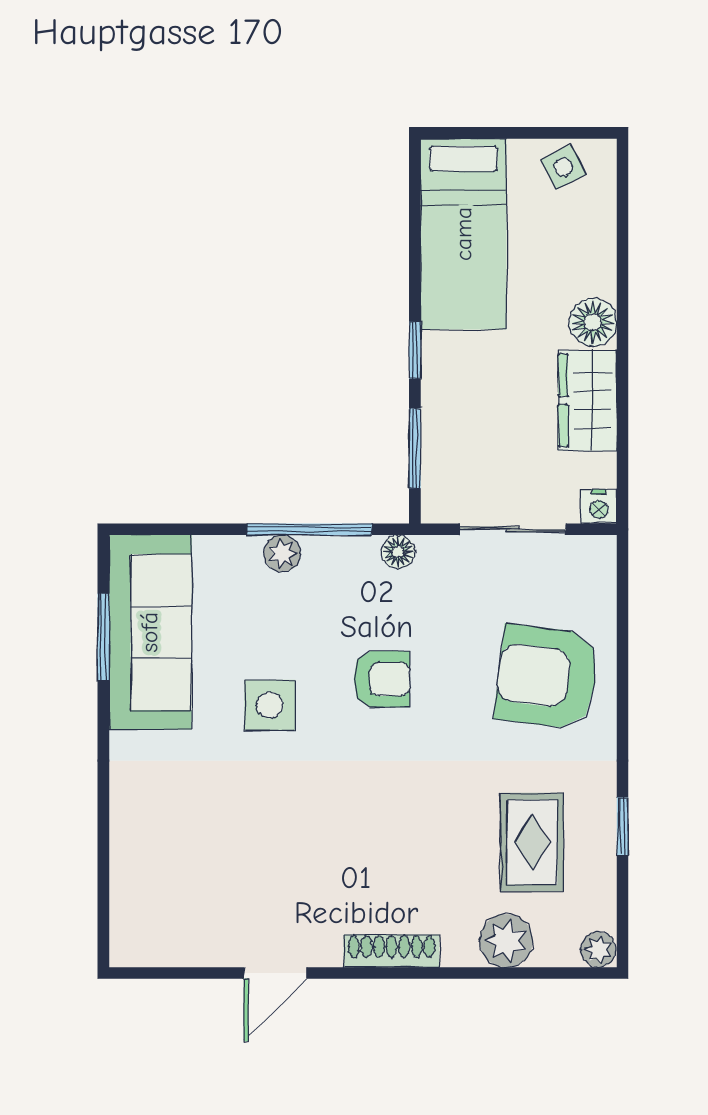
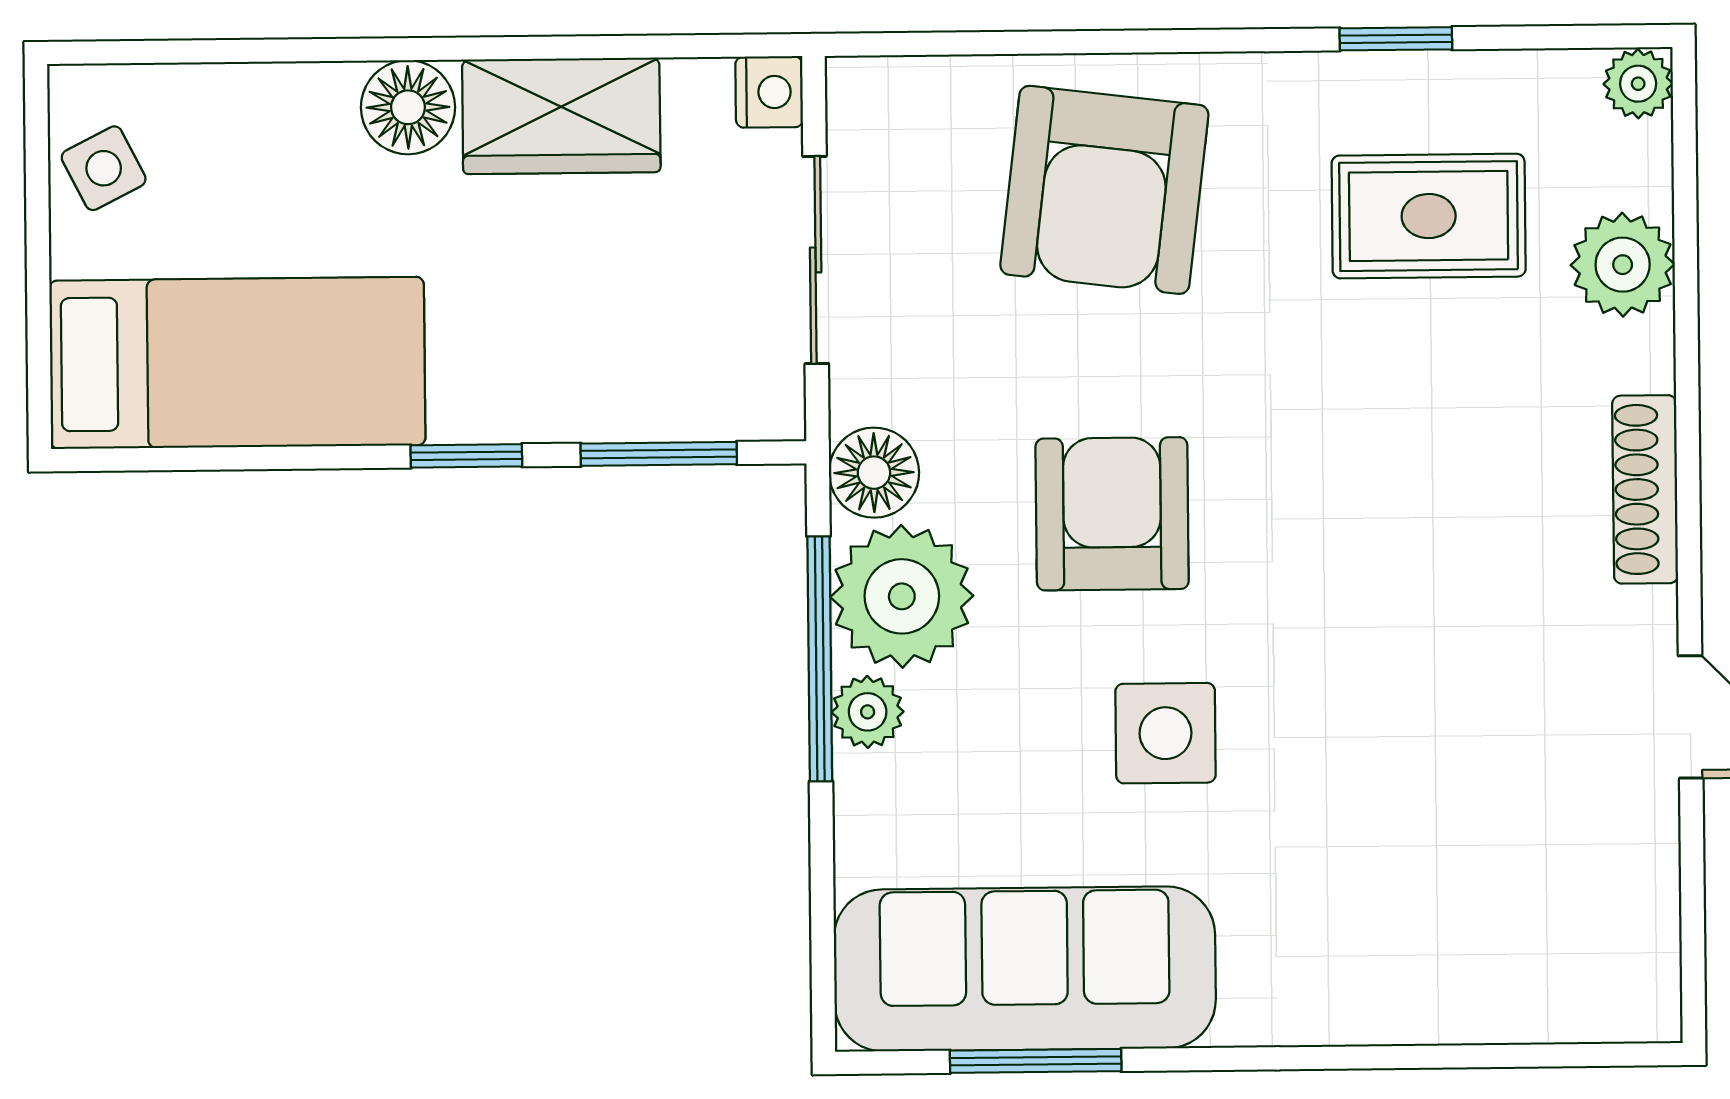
floor lamp: (398, 552) -> (874, 473), width x1.37, depth x1.37
plant: (341, 571) -> (902, 596), added
armchair: (382, 679) -> (1112, 514), width x1.38, depth x1.38

